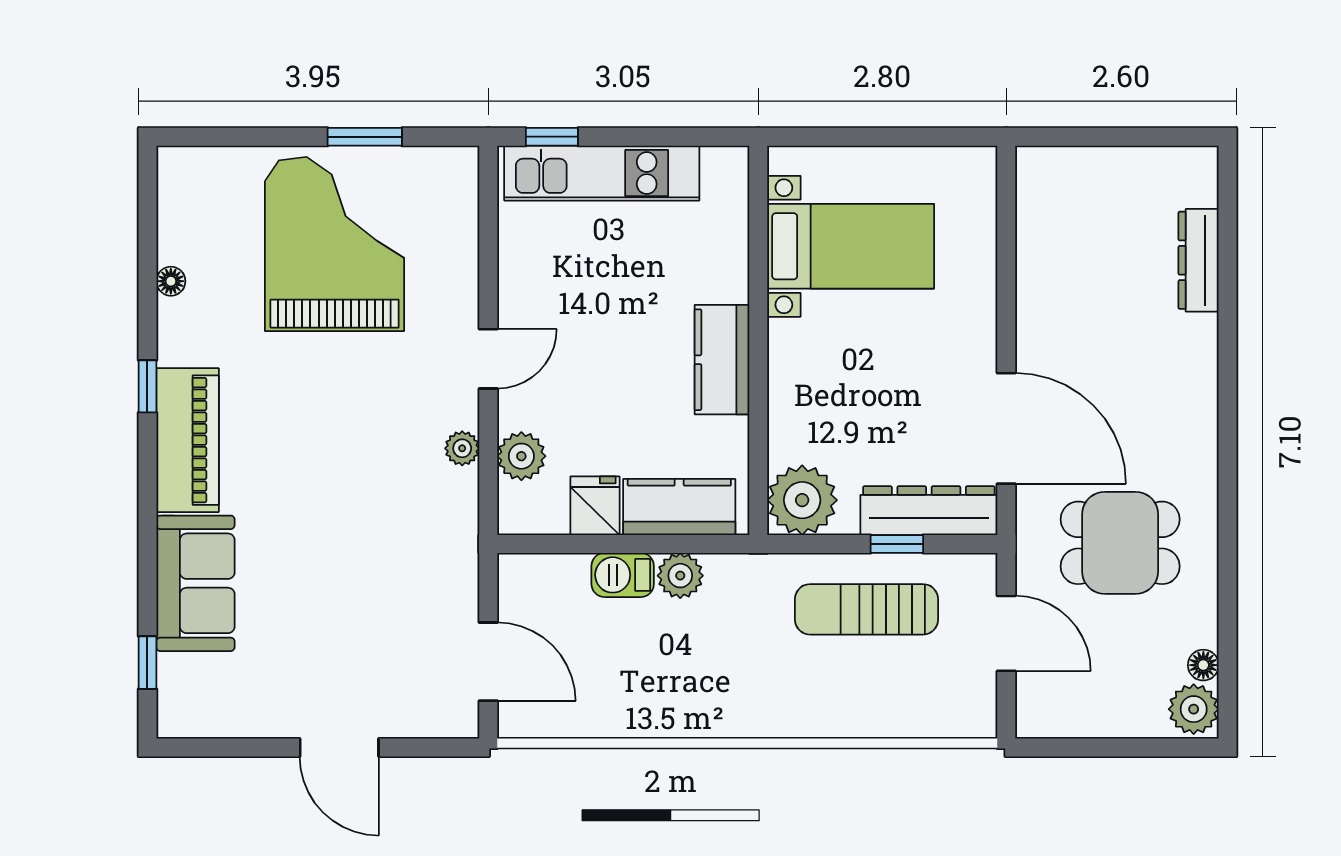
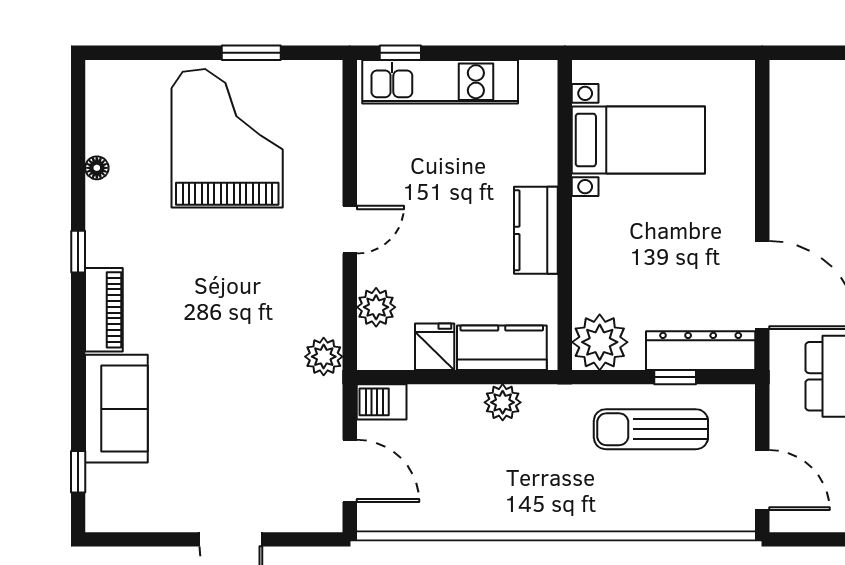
piano: (188, 440) -> (104, 310), width x0.73, depth x0.75
plant: (462, 448) -> (324, 357), moved, width x1.38, depth x1.38
barbecue: (623, 575) -> (382, 402), moved
door: (1006, 633) -> (762, 480), moved

